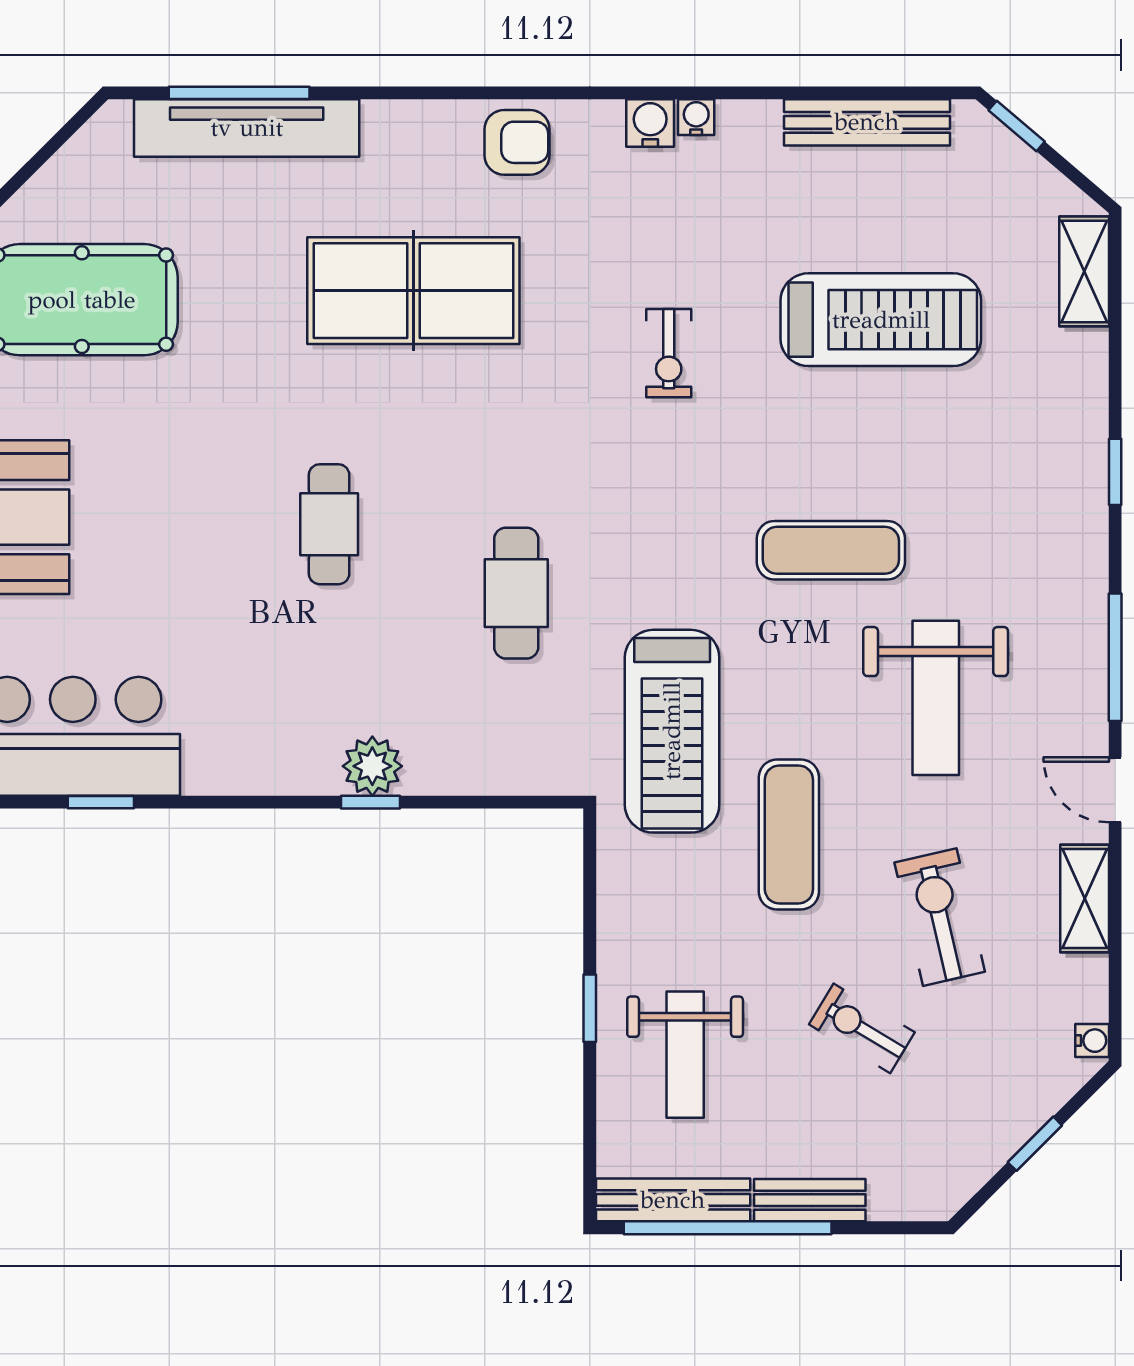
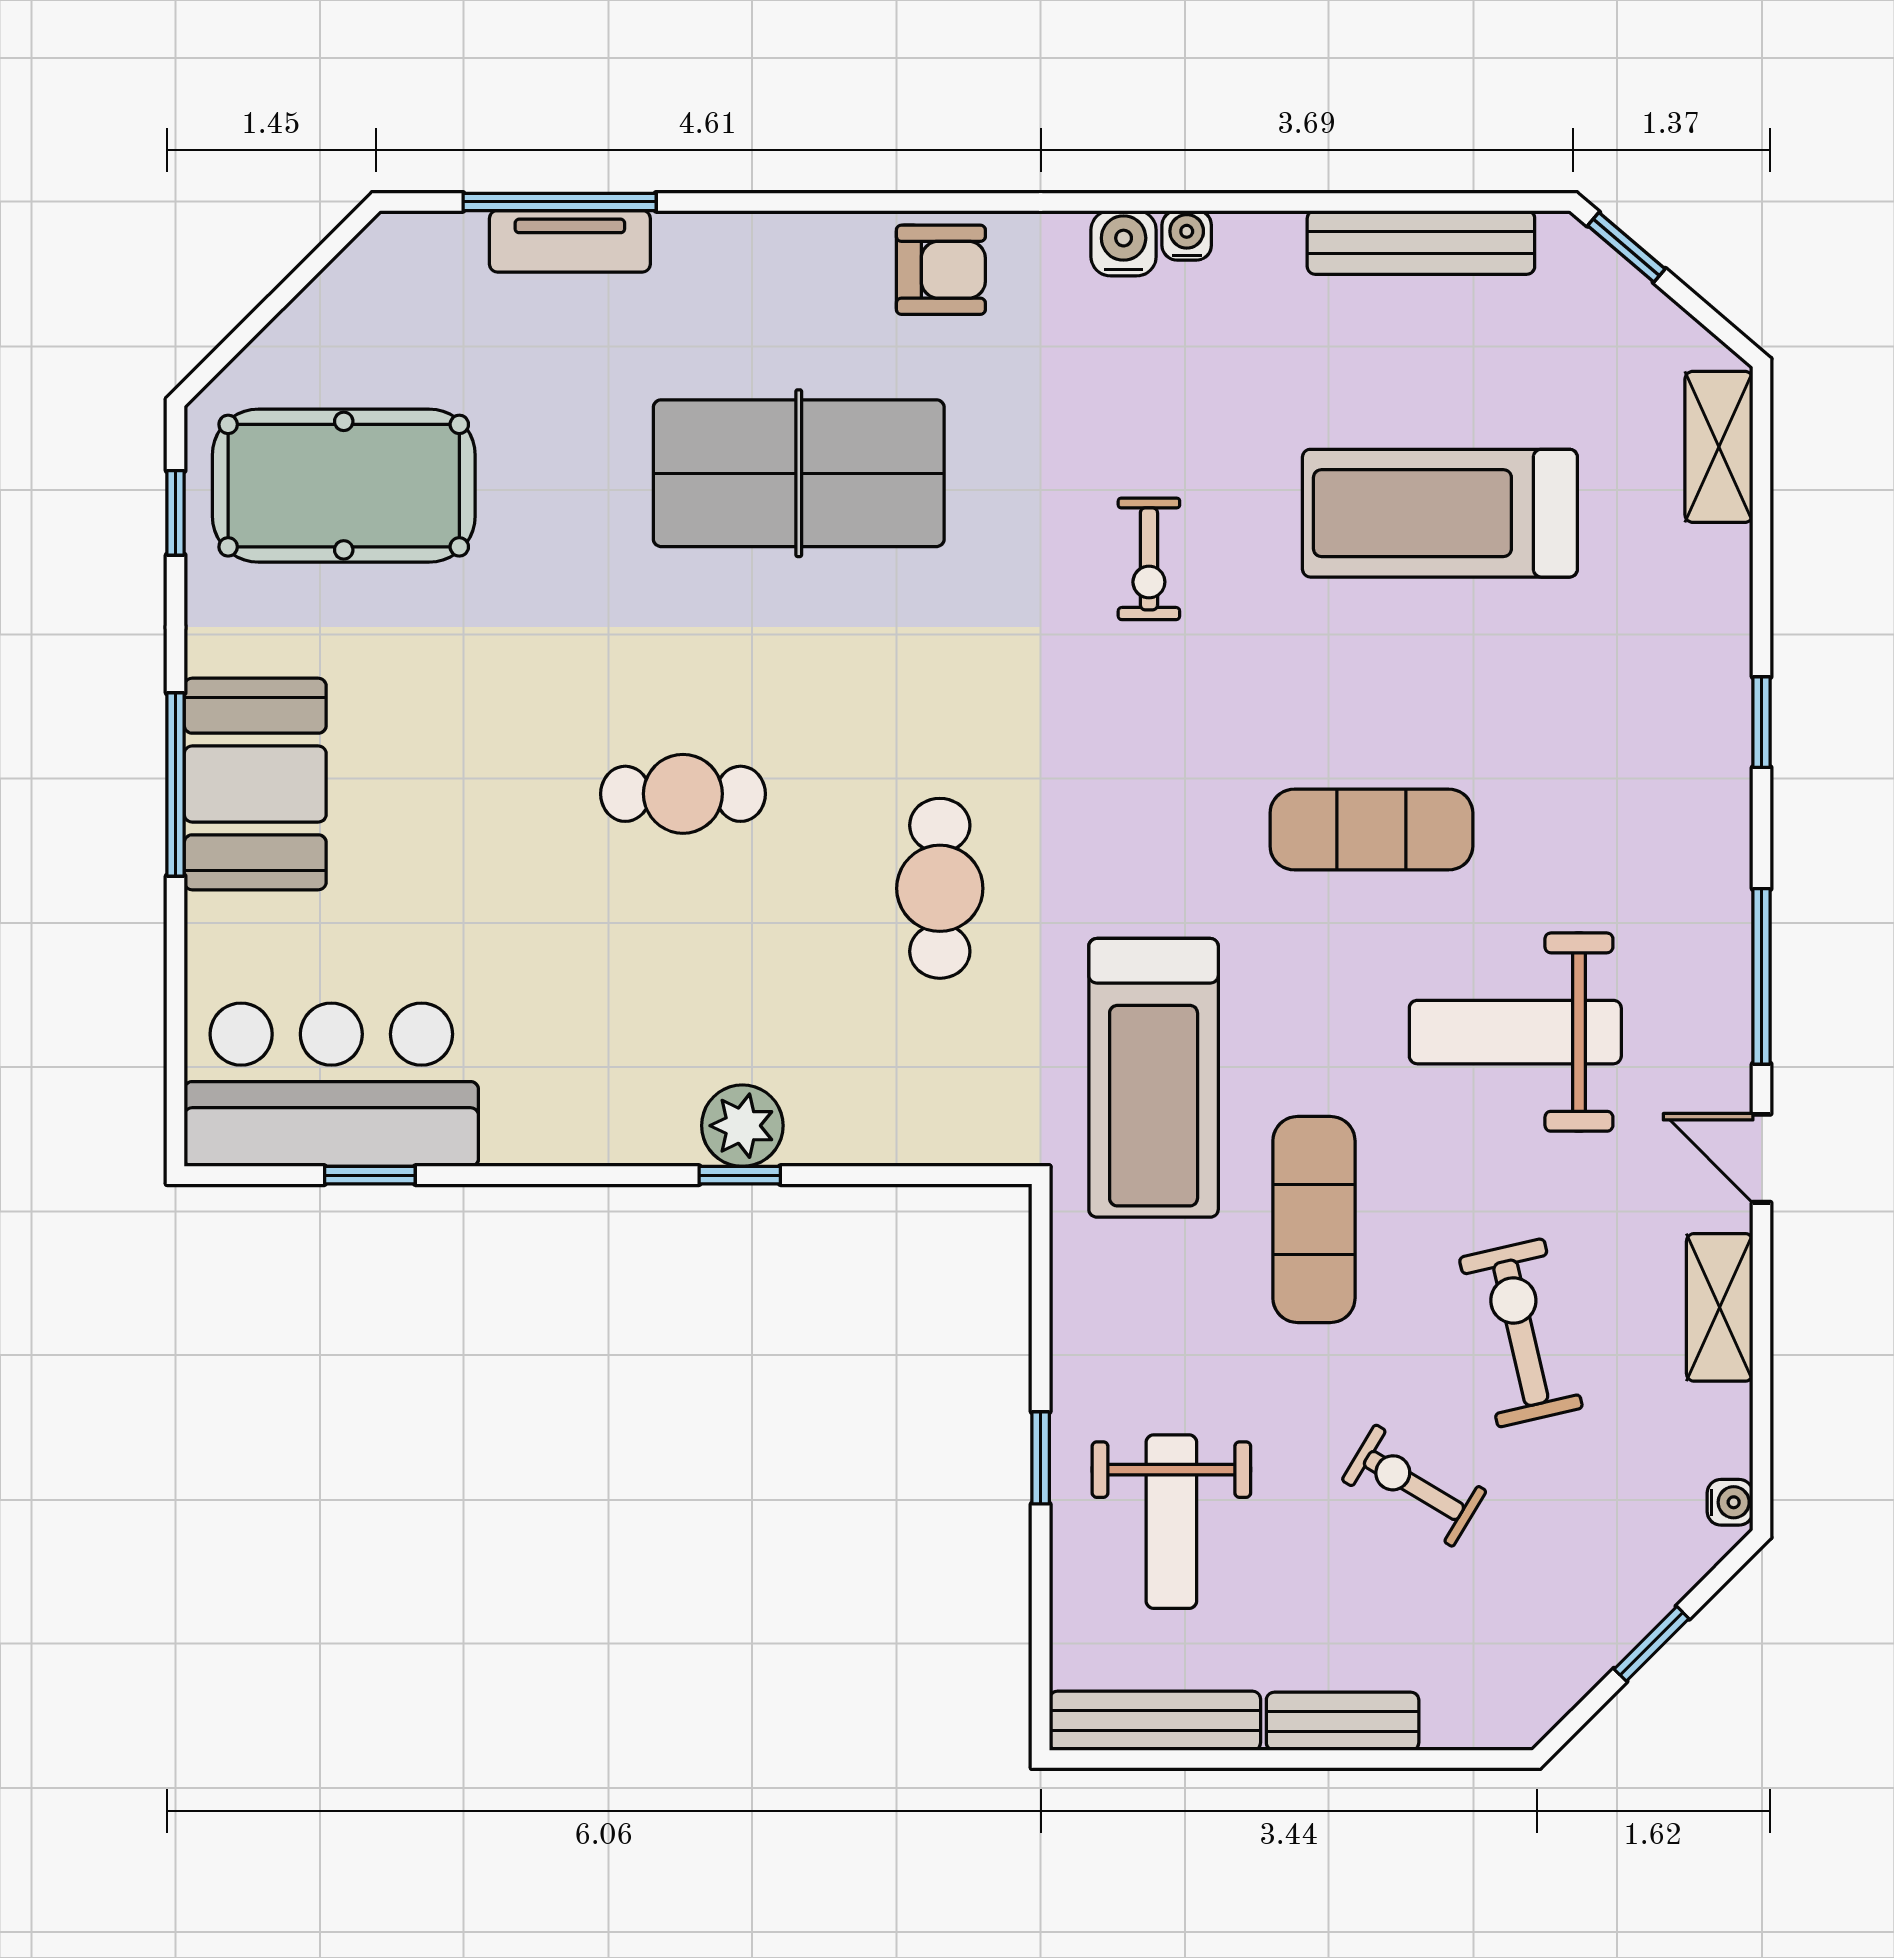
tv unit: (247, 128) -> (570, 241), width x0.52, depth x0.78
treadmill: (881, 320) -> (1440, 513), turned 180
cafe table: (329, 524) -> (683, 794), turned 90
weight bench: (936, 698) -> (1515, 1032), turned 90
window: (728, 1228) -> (1230, 1759), removed

